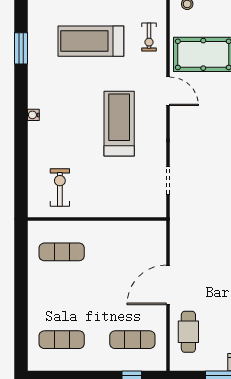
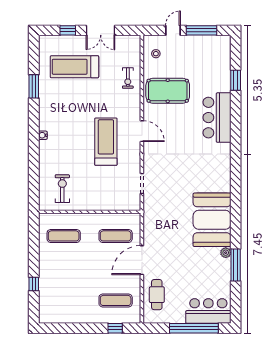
treadmill: (91, 41) -> (74, 67), moved
door: (168, 91) -> (142, 131), moved
window: (21, 317) -> (34, 284), added
exercise mat: (62, 340) -> (116, 236), moved

